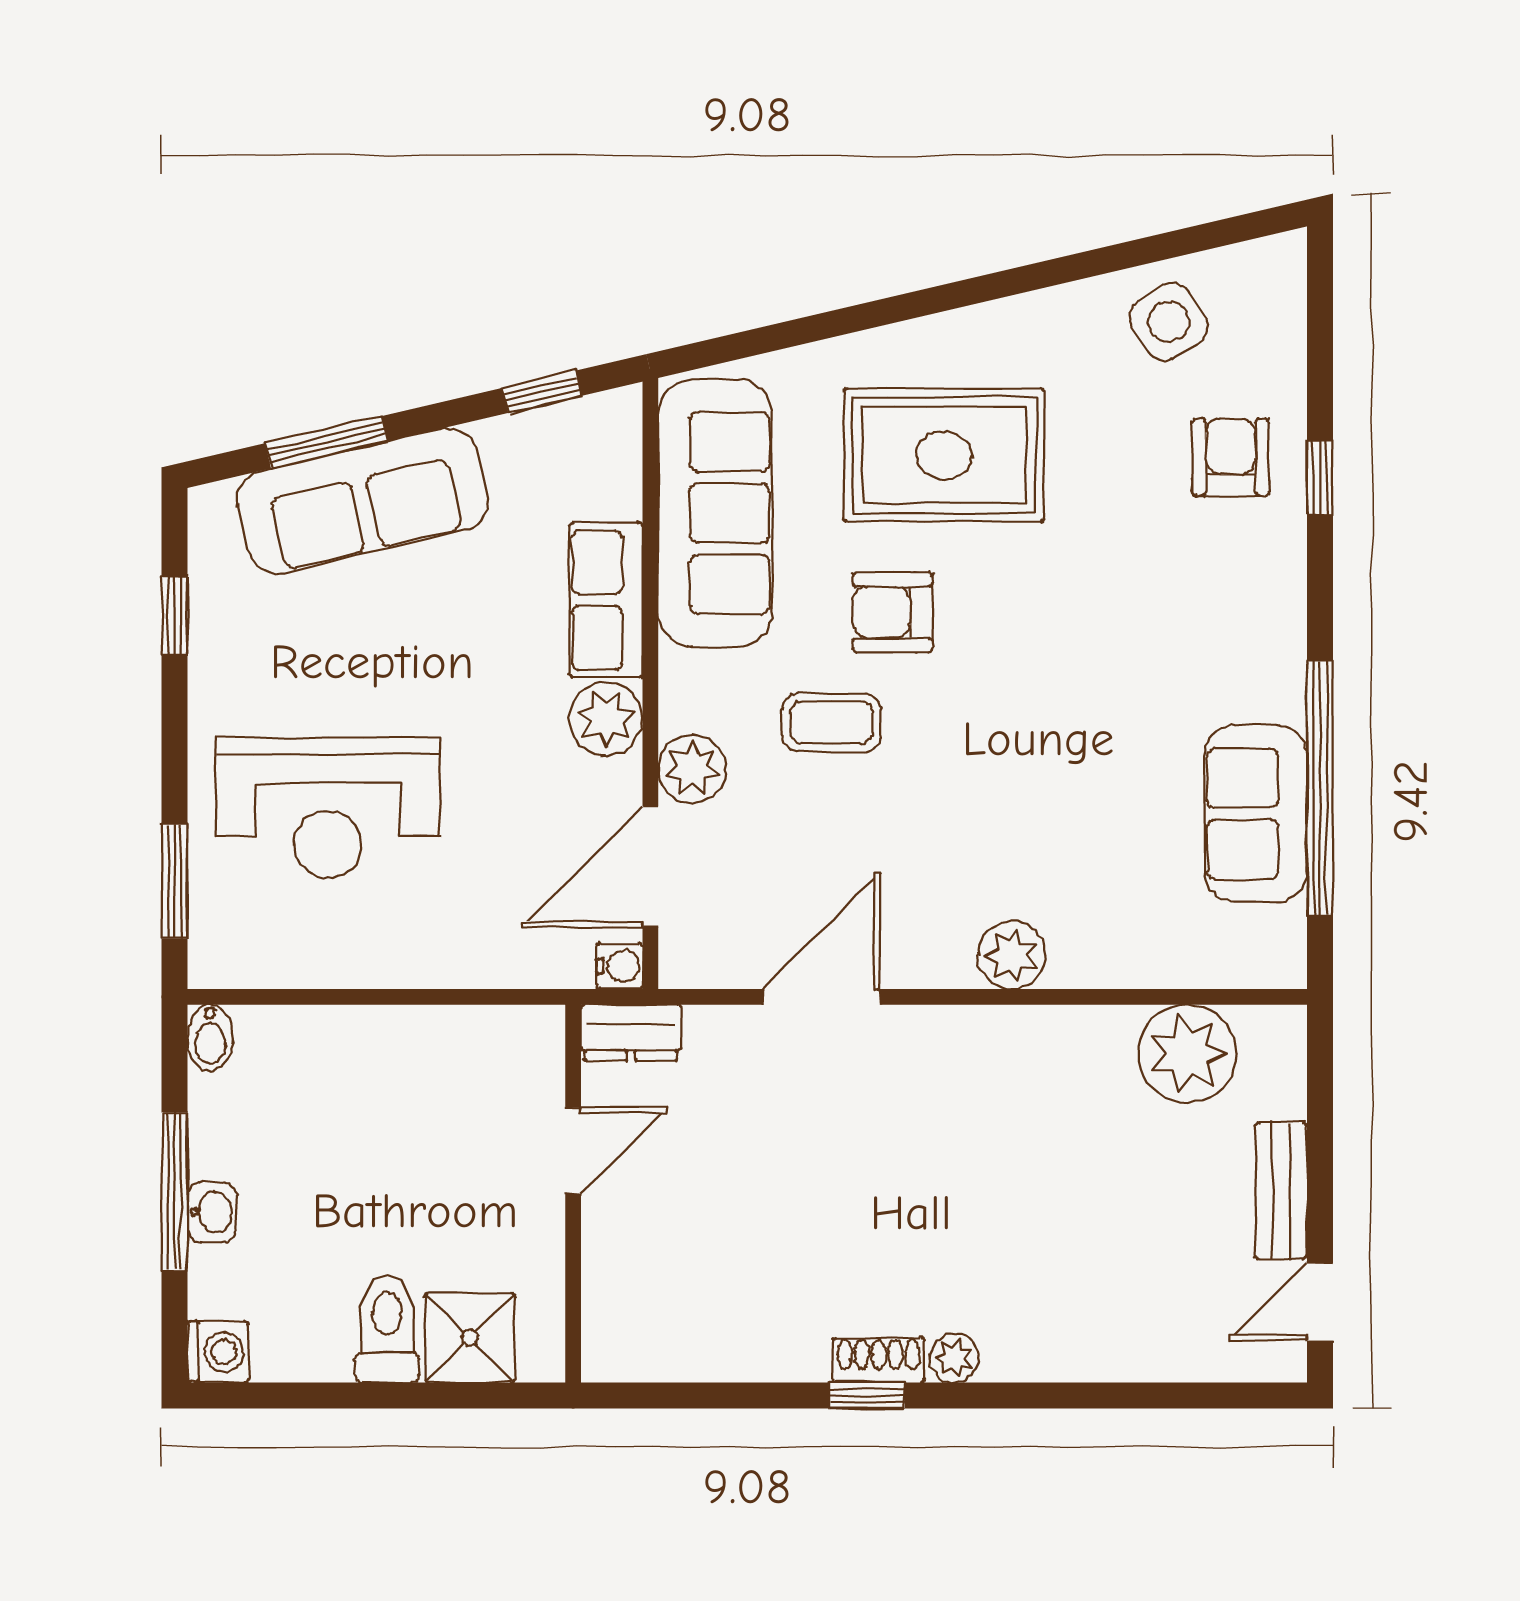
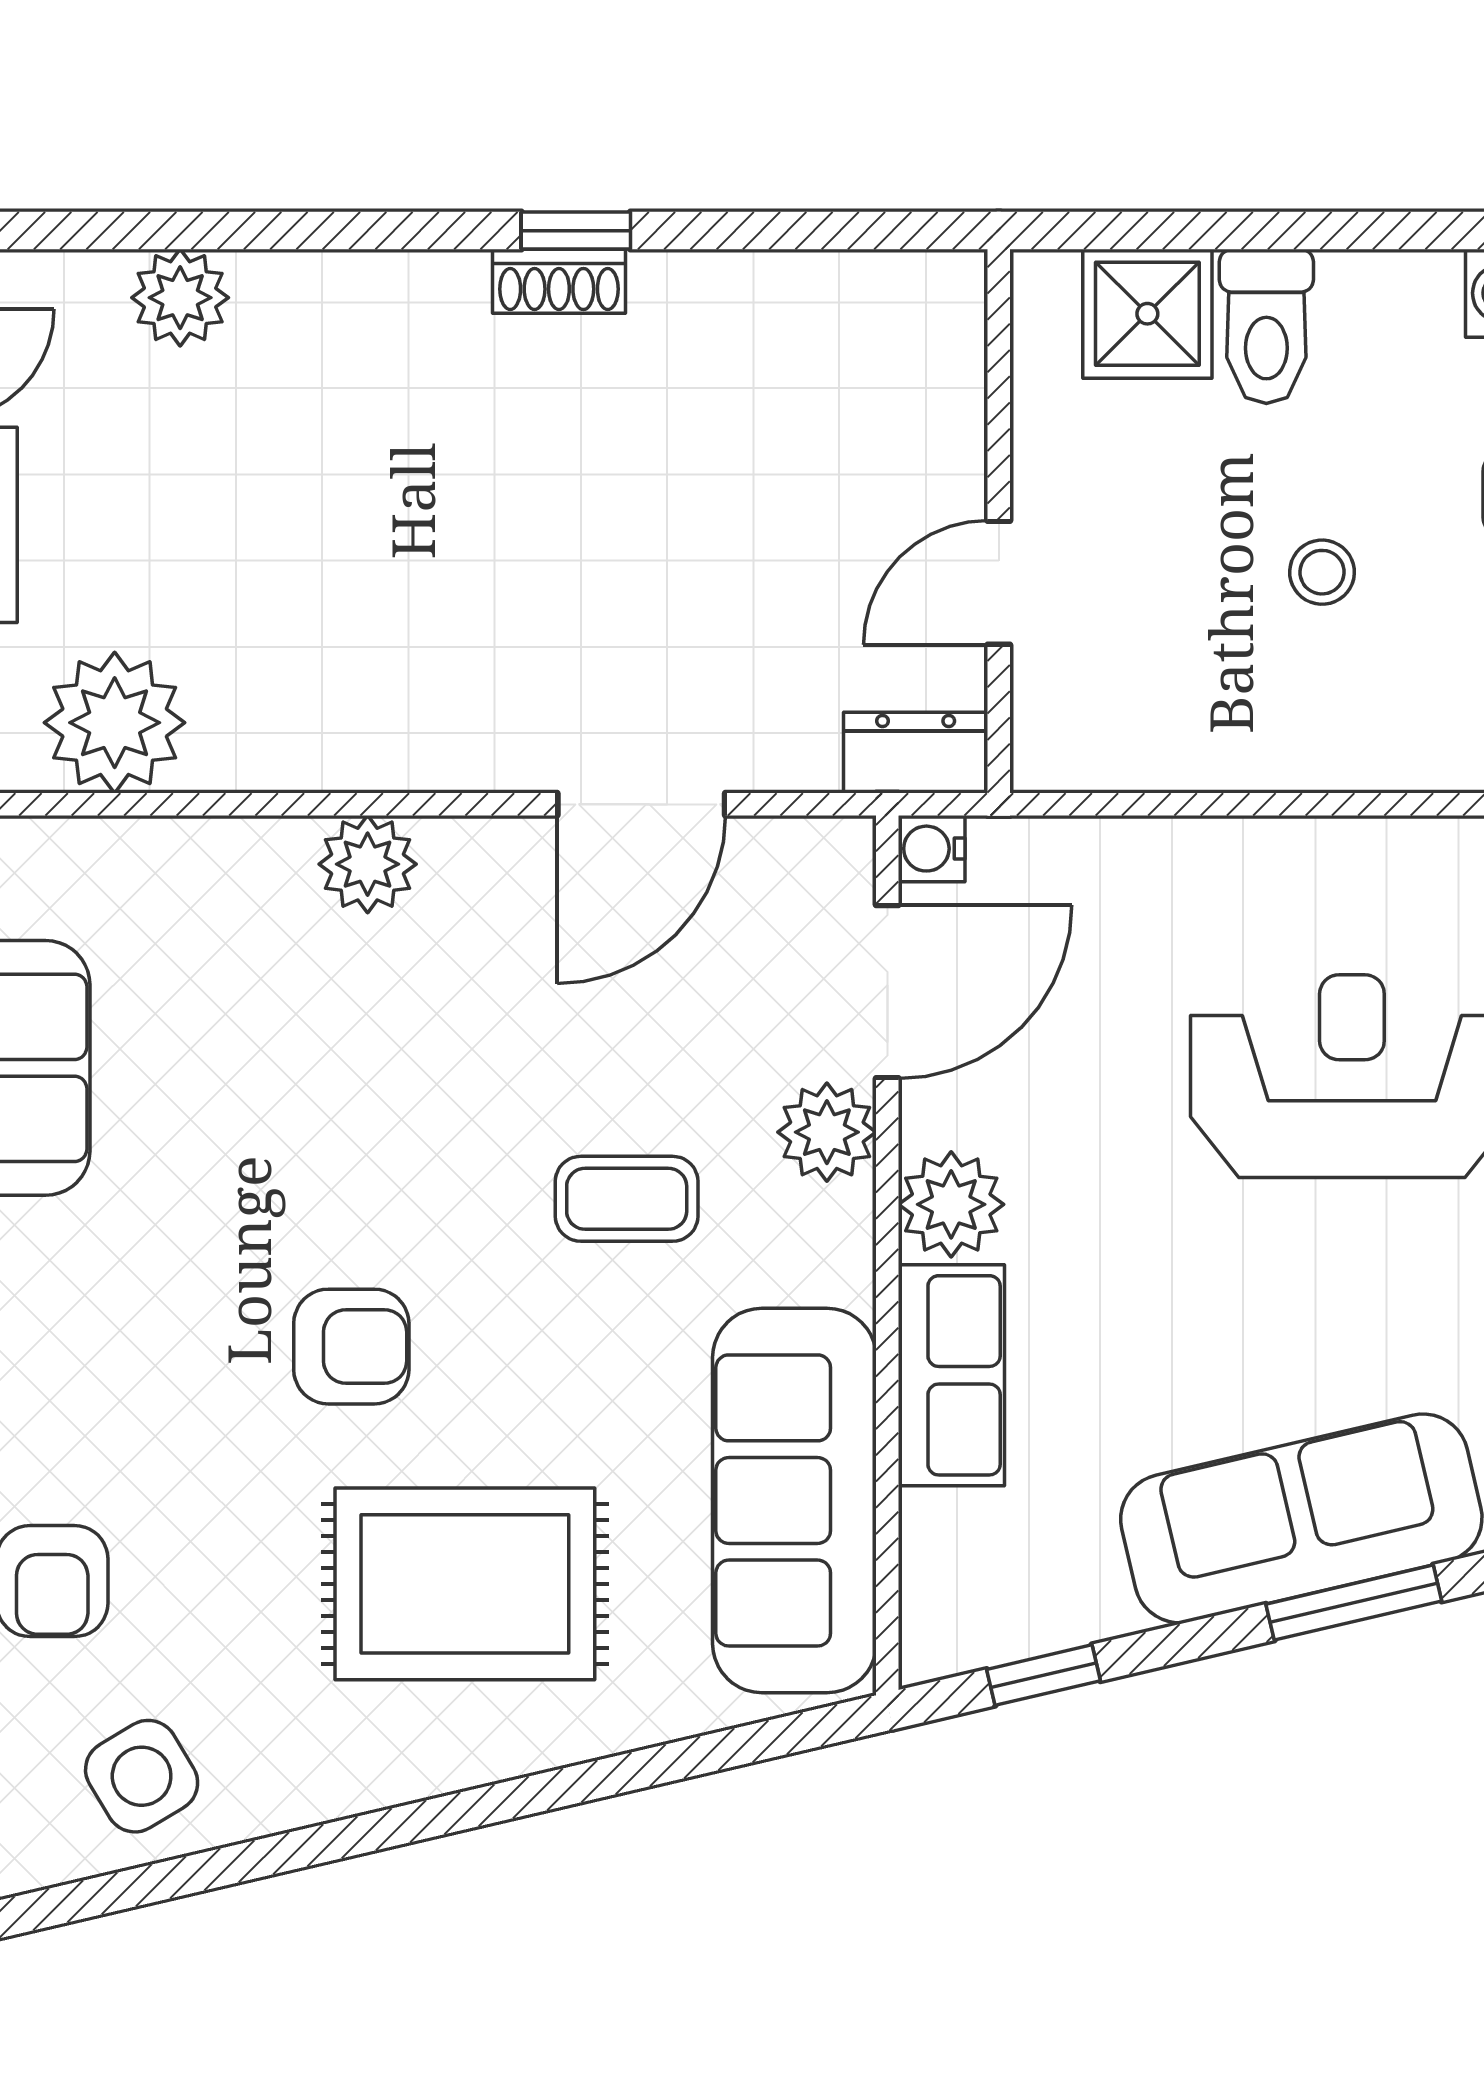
armchair: (893, 612) -> (351, 1347), moved
stool: (348, 1158) -> (1322, 572), added
plant: (954, 1358) -> (180, 298), moved, width x1.38, depth x1.38

